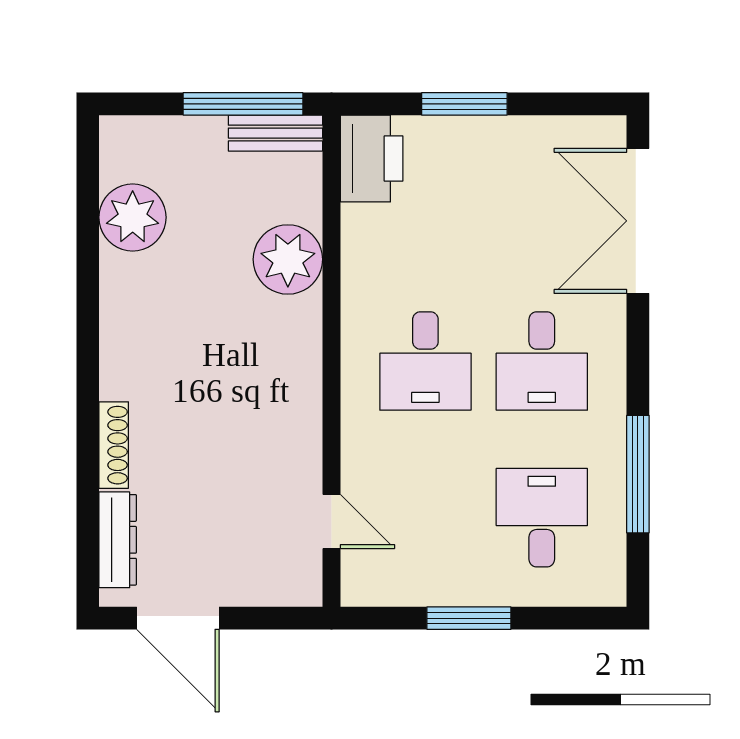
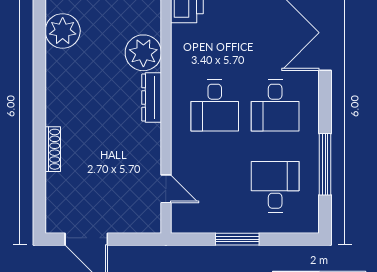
dresser: (118, 540) -> (152, 98), moved, turned 180

